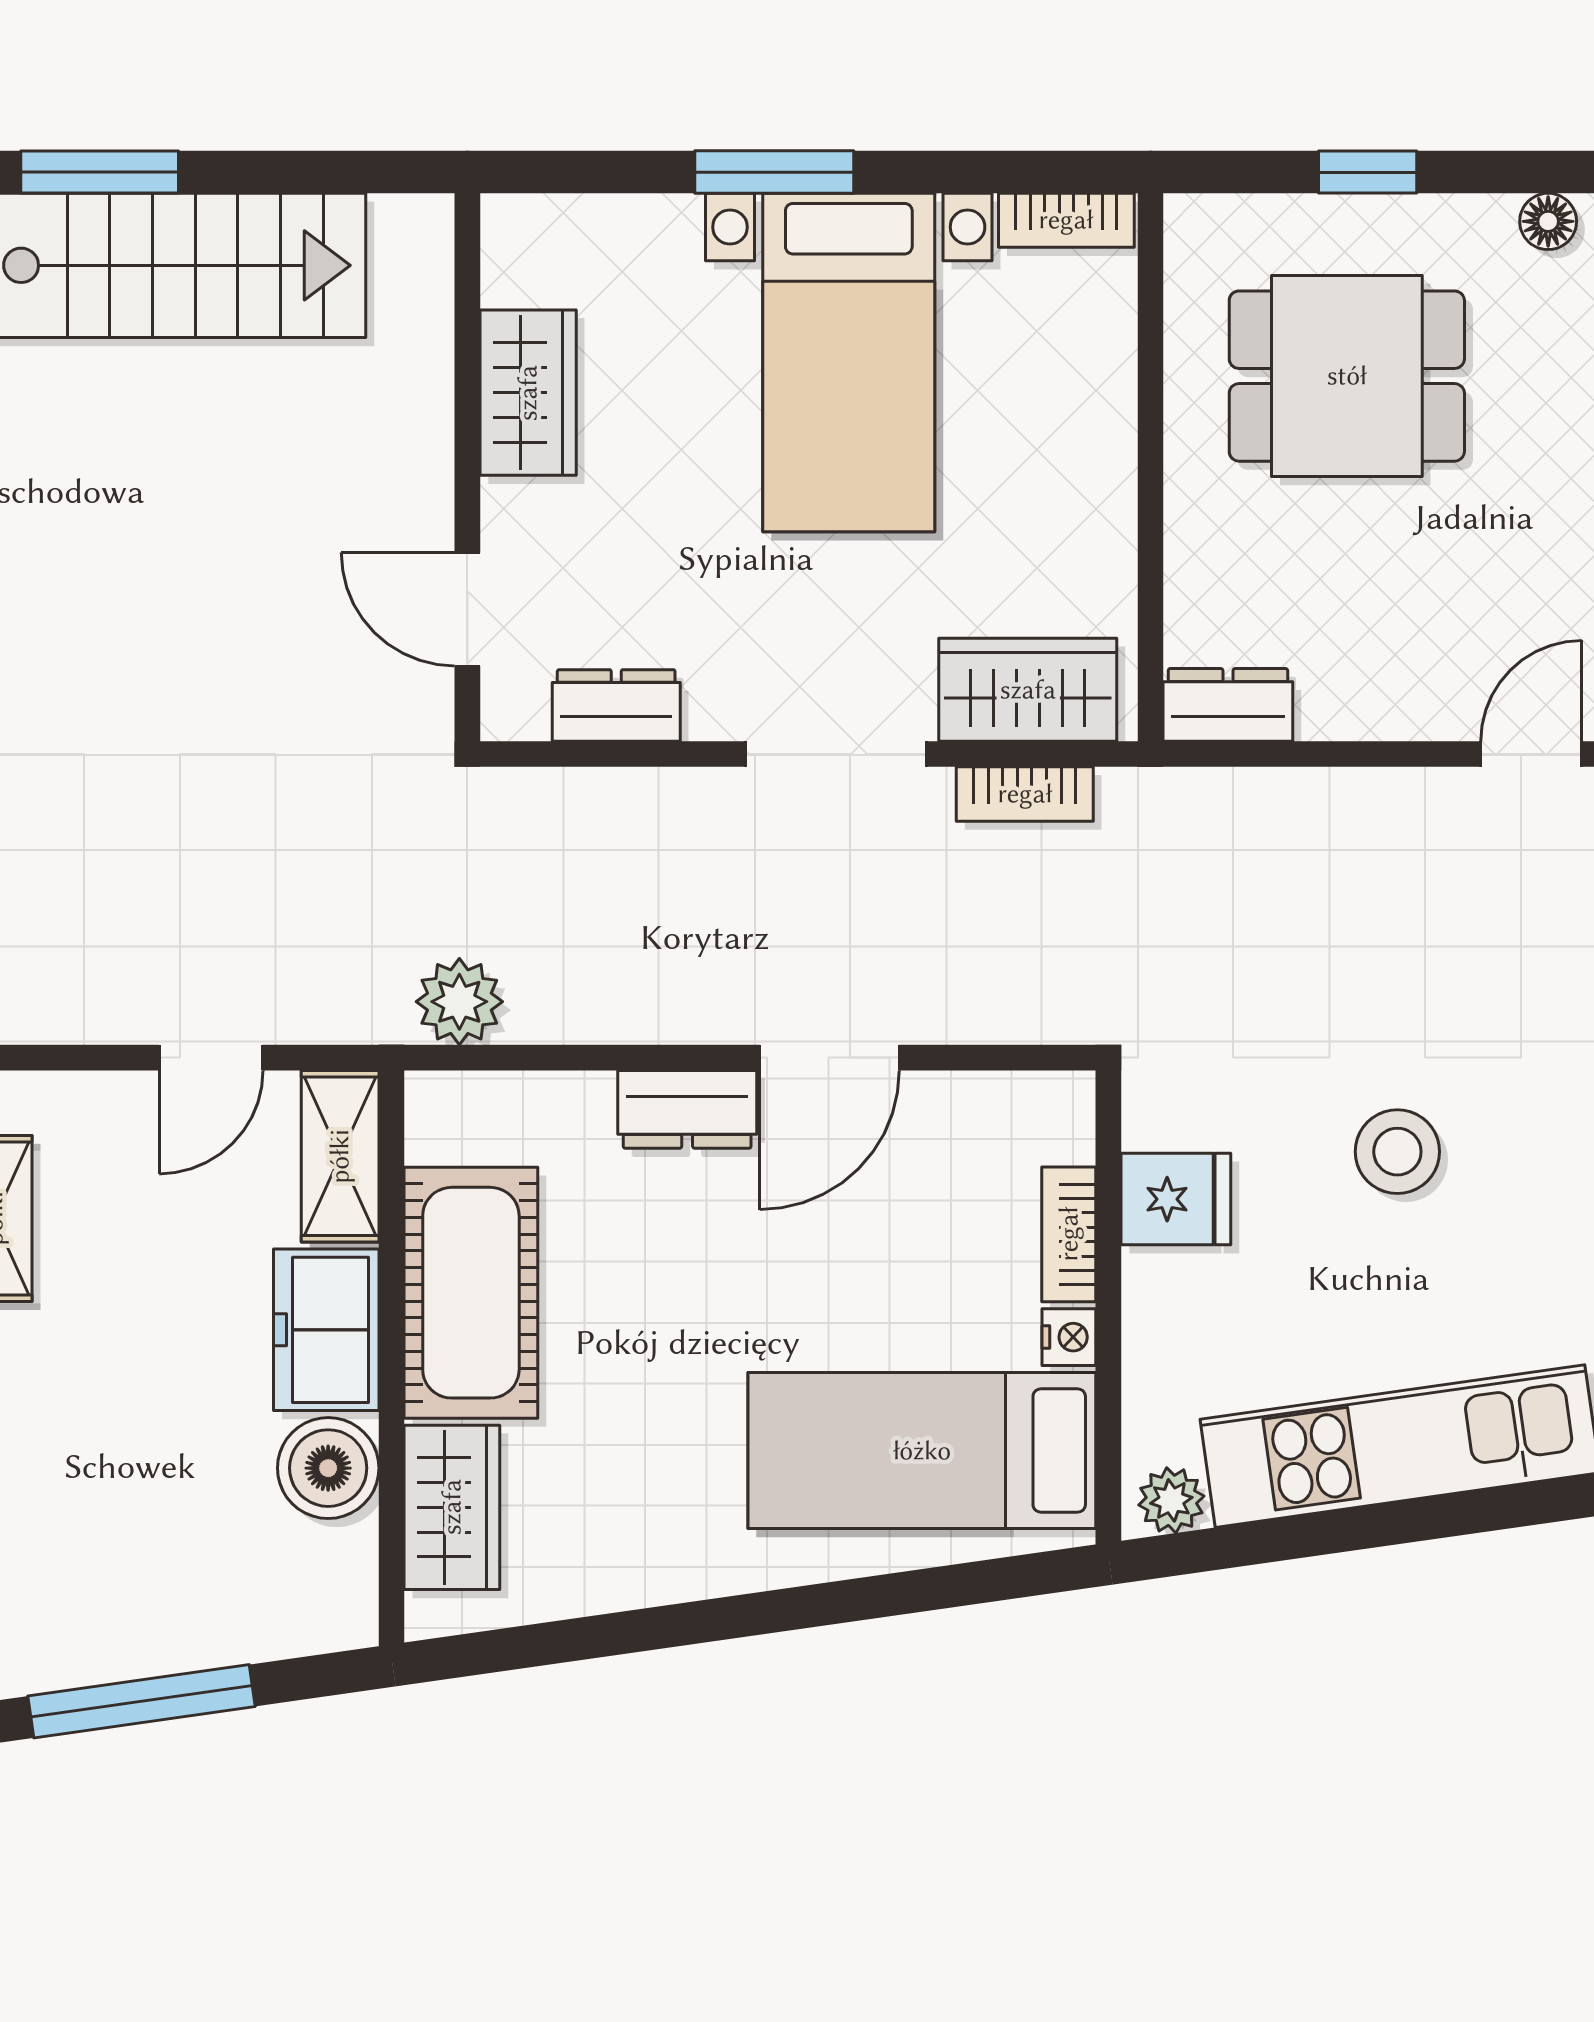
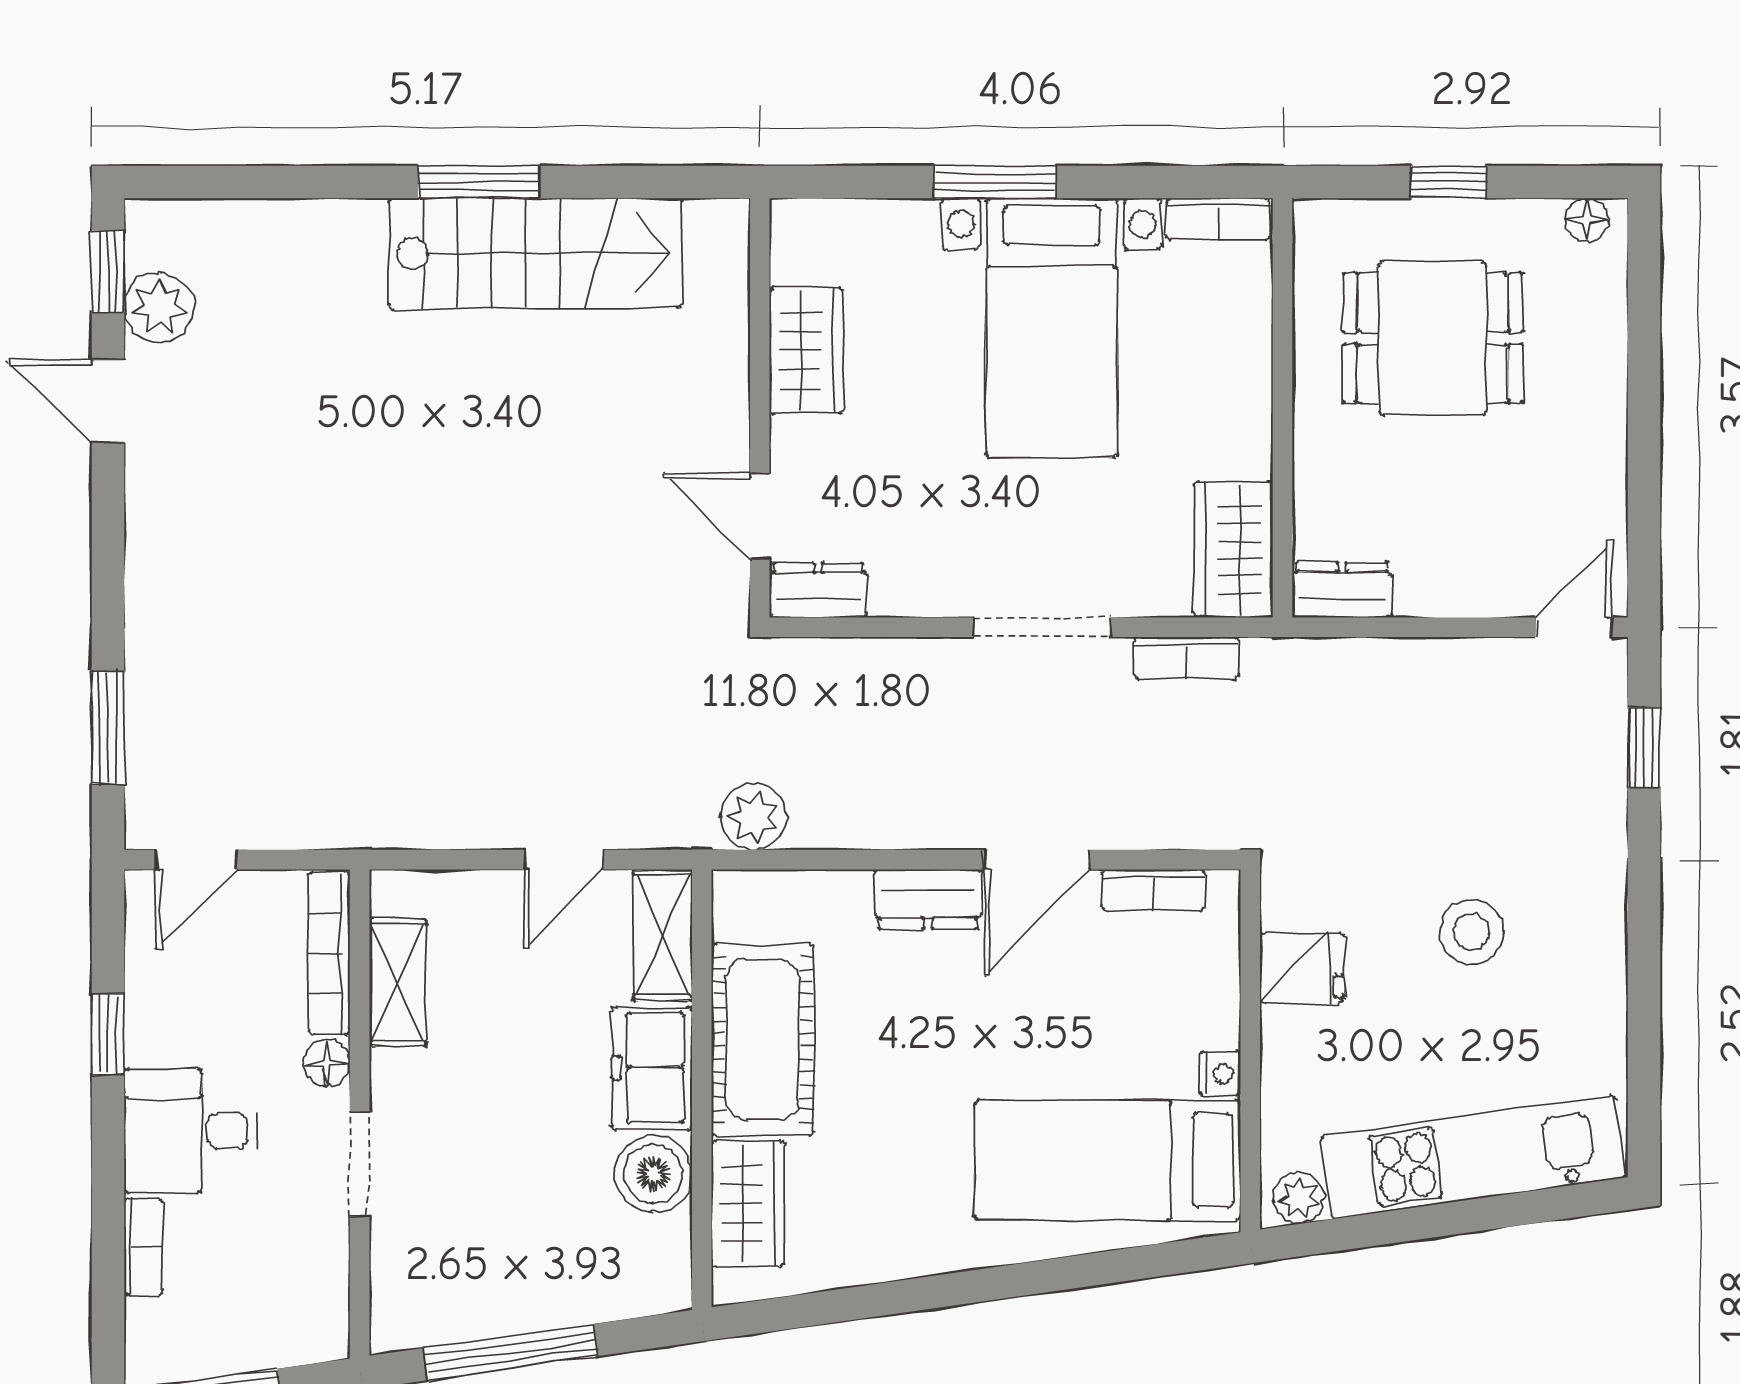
wardrobe: (1028, 690) -> (1233, 550), moved, turned -90
dresser: (616, 705) -> (818, 590), moved
bookcase: (1069, 1234) -> (1153, 890), moved, turned -90

